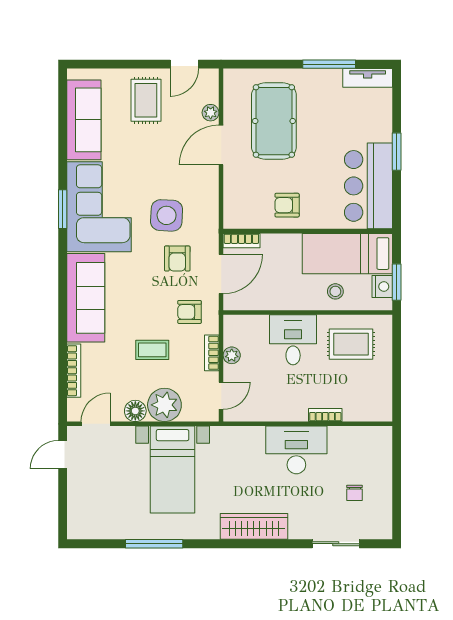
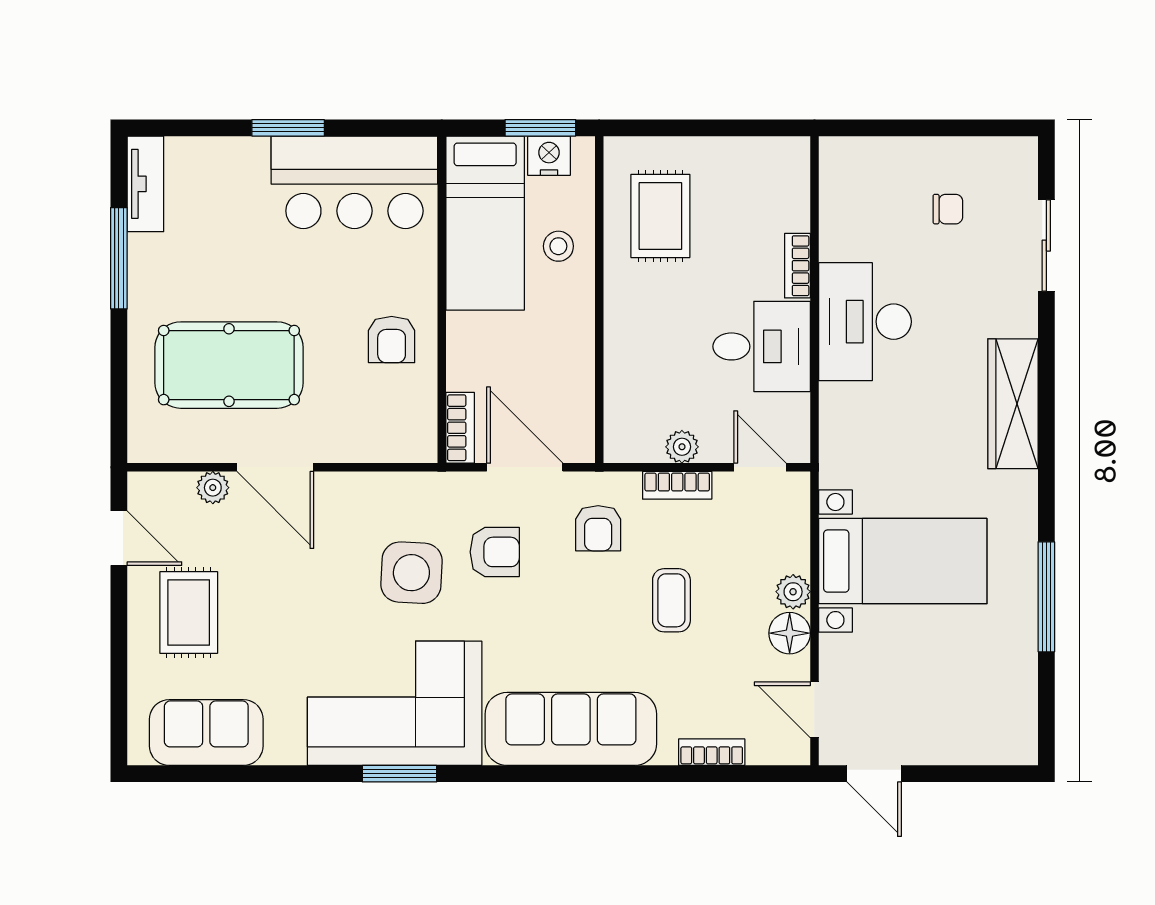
rug: (146, 100) -> (189, 612), turned 90
sofa: (84, 120) -> (206, 733), width x0.73
desk: (293, 340) -> (762, 346), moved, turned 180
bookcase: (74, 371) -> (712, 752), width x0.64
plant: (164, 405) -> (793, 592), width x0.53, depth x0.53

